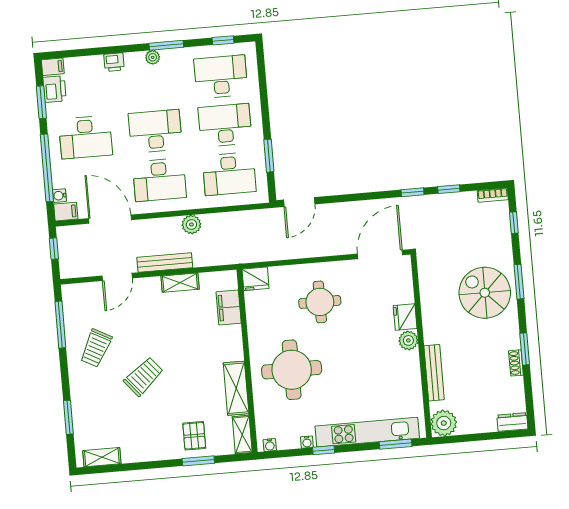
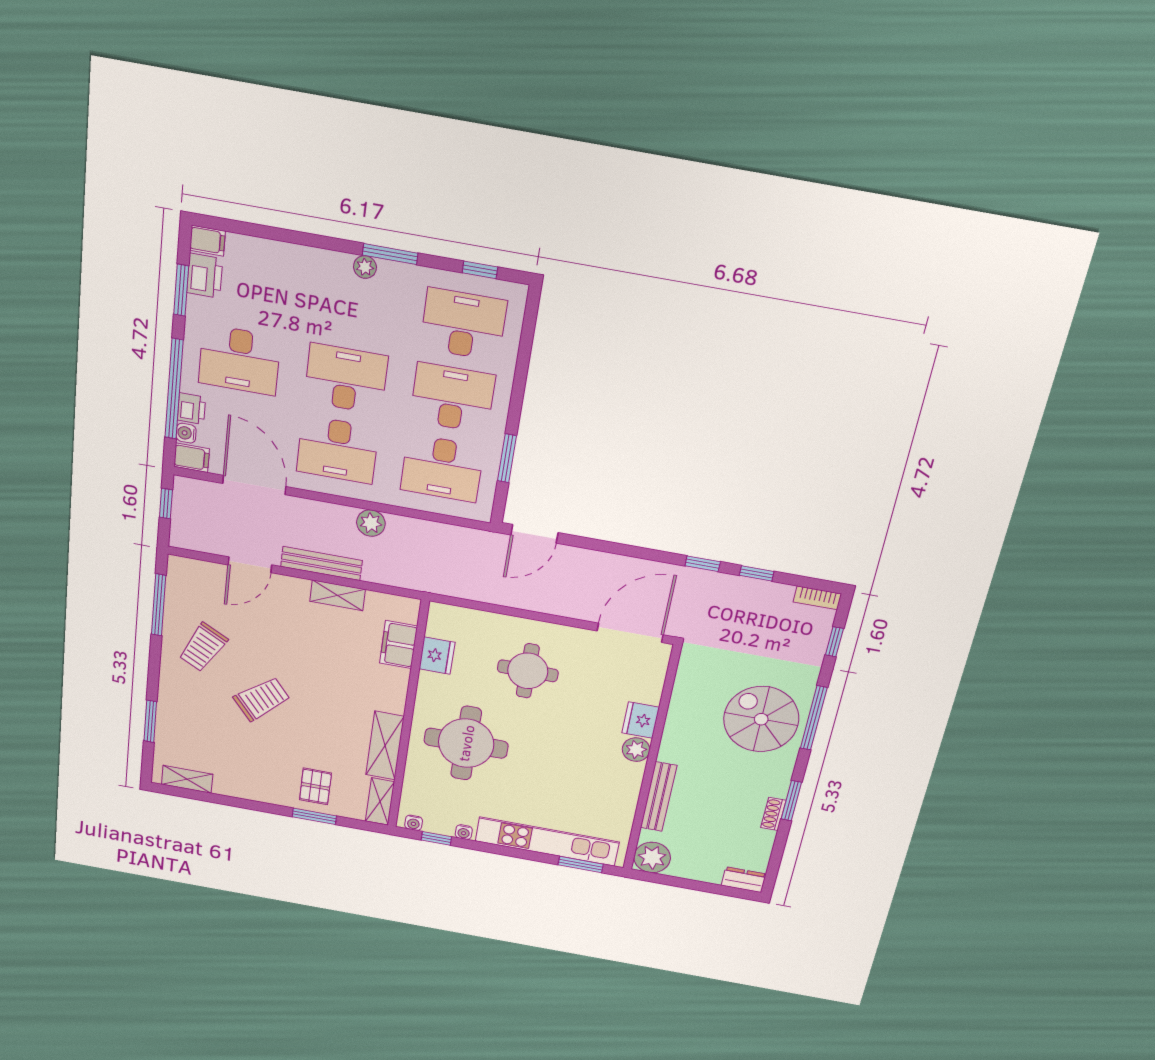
printer: (114, 62) -> (191, 409), moved, turned -90
fridge: (256, 279) -> (437, 656), moved, turned -90
window: (519, 282) -> (814, 718), width x1.44
window: (324, 450) -> (436, 838), moved

